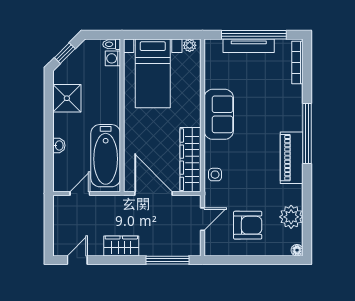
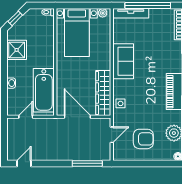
tv unit: (249, 46) -> (131, 13), moved
washing machine: (113, 58) -> (49, 22), removed
wardrobe: (121, 246) -> (55, 153), removed

